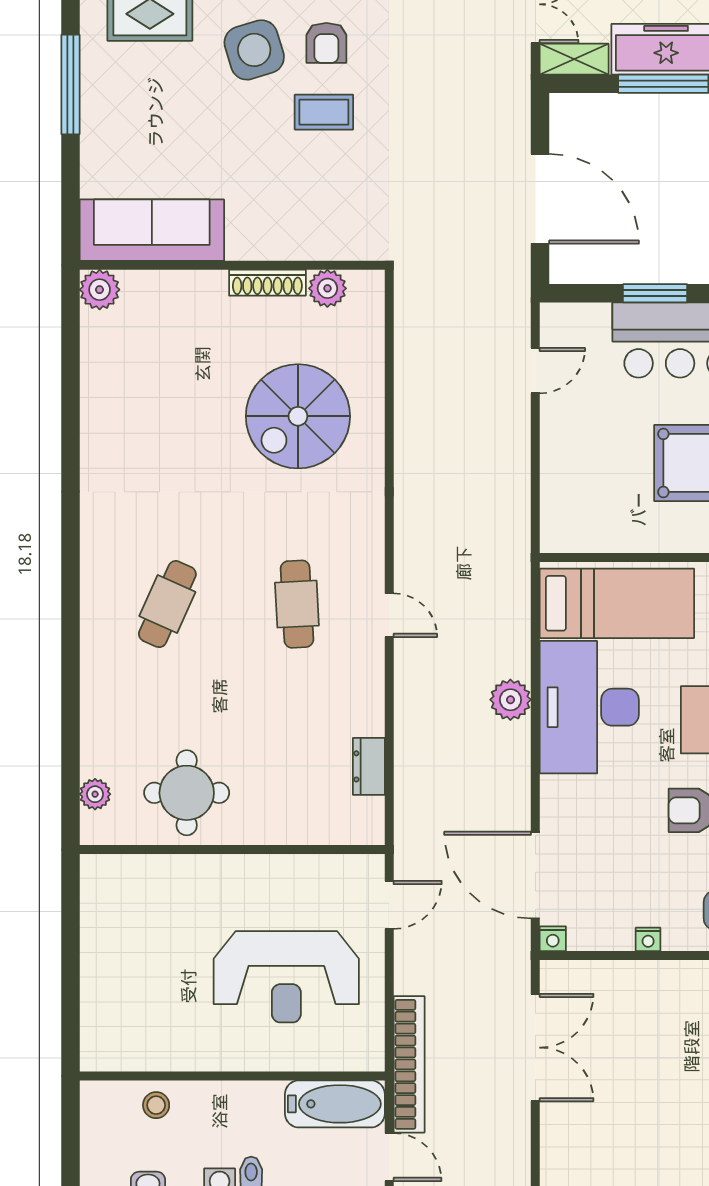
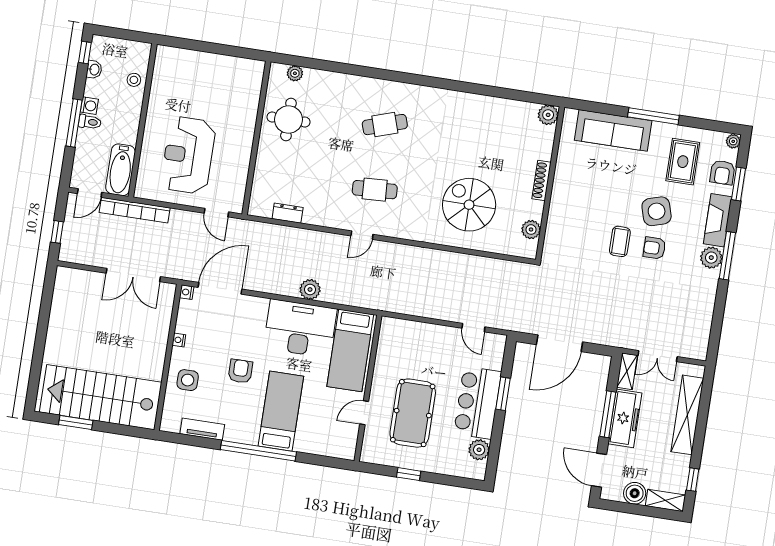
sofa: (152, 230) -> (613, 130), moved, turned 90
shoe rack: (267, 283) -> (542, 181), moved
cafe table: (167, 604) -> (385, 125), turned -42

